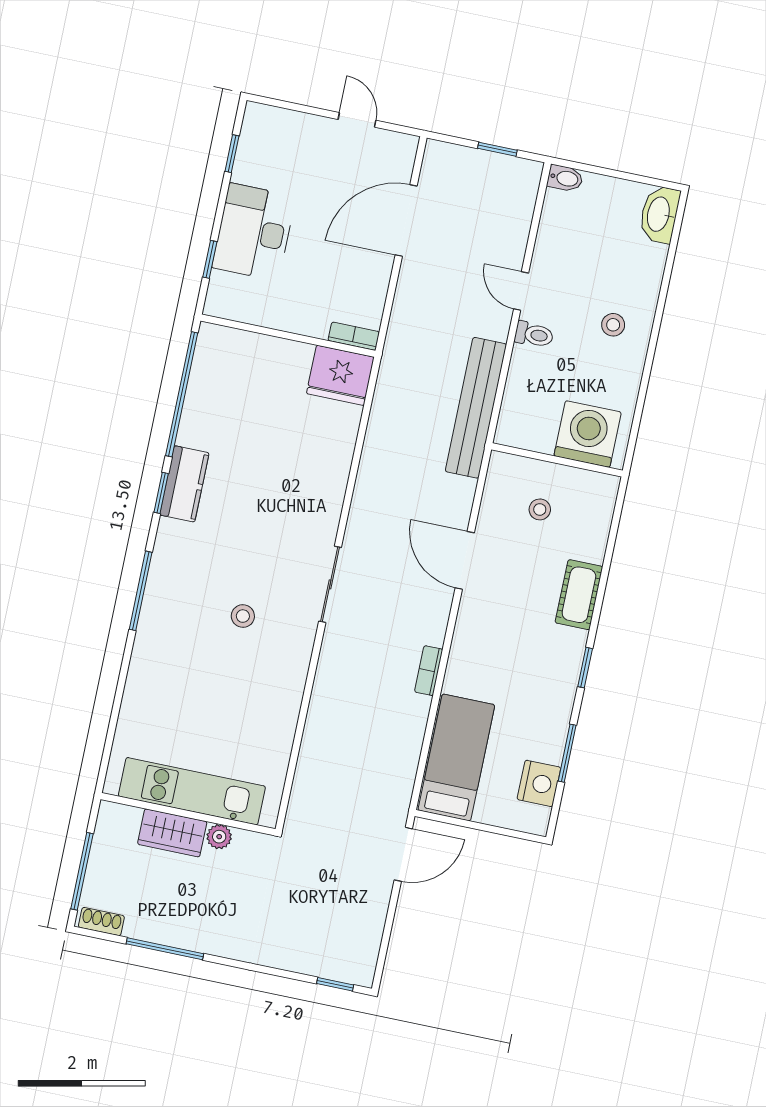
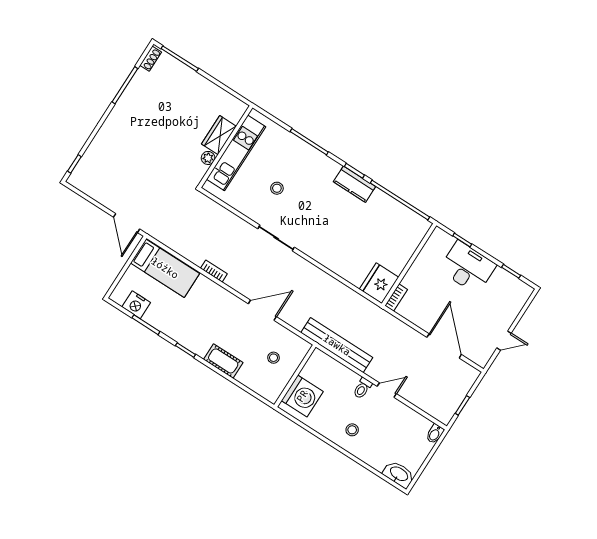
kitchen unit: (192, 791) -> (236, 153), moved
wall: (188, 814) -> (225, 147), moved
wardrobe: (172, 833) -> (219, 135), moved
plant: (219, 837) -> (208, 158), moved

